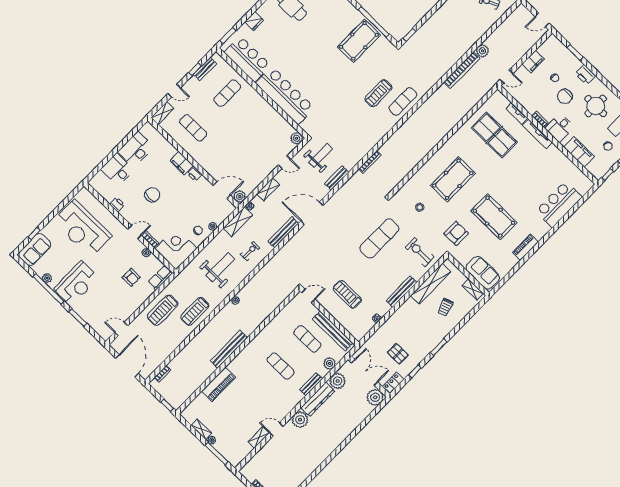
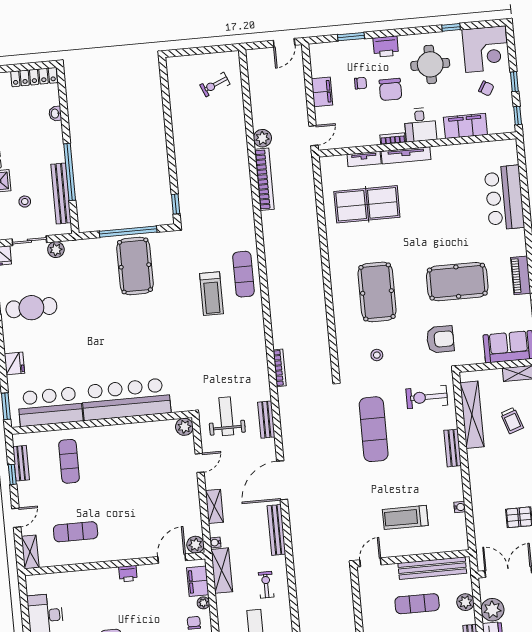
filing cabinet: (182, 163) -> (198, 581), moved, turned 90
armchair: (456, 233) -> (440, 339), turned 90
bench: (401, 292) -> (453, 448), width x0.73

